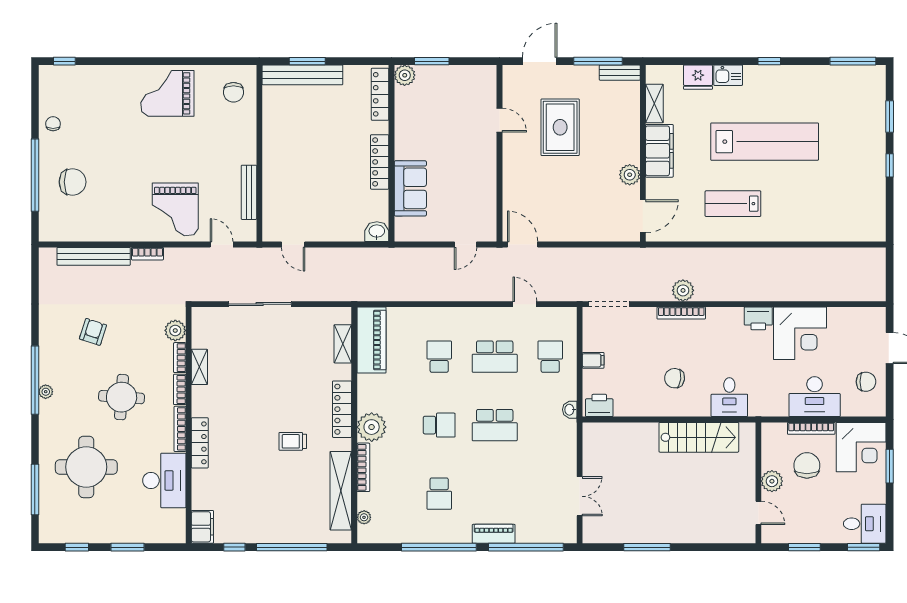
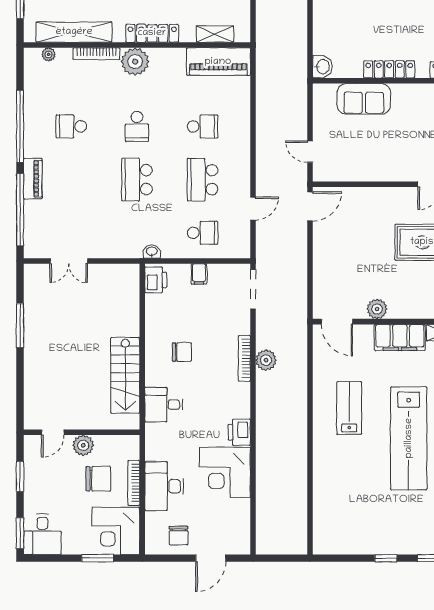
chair: (675, 378) -> (182, 352), turned 83

